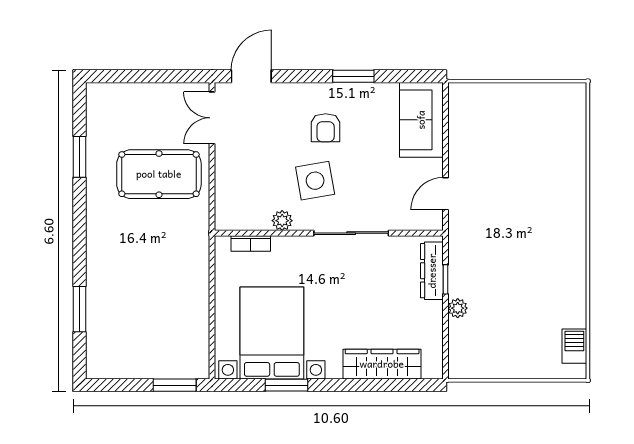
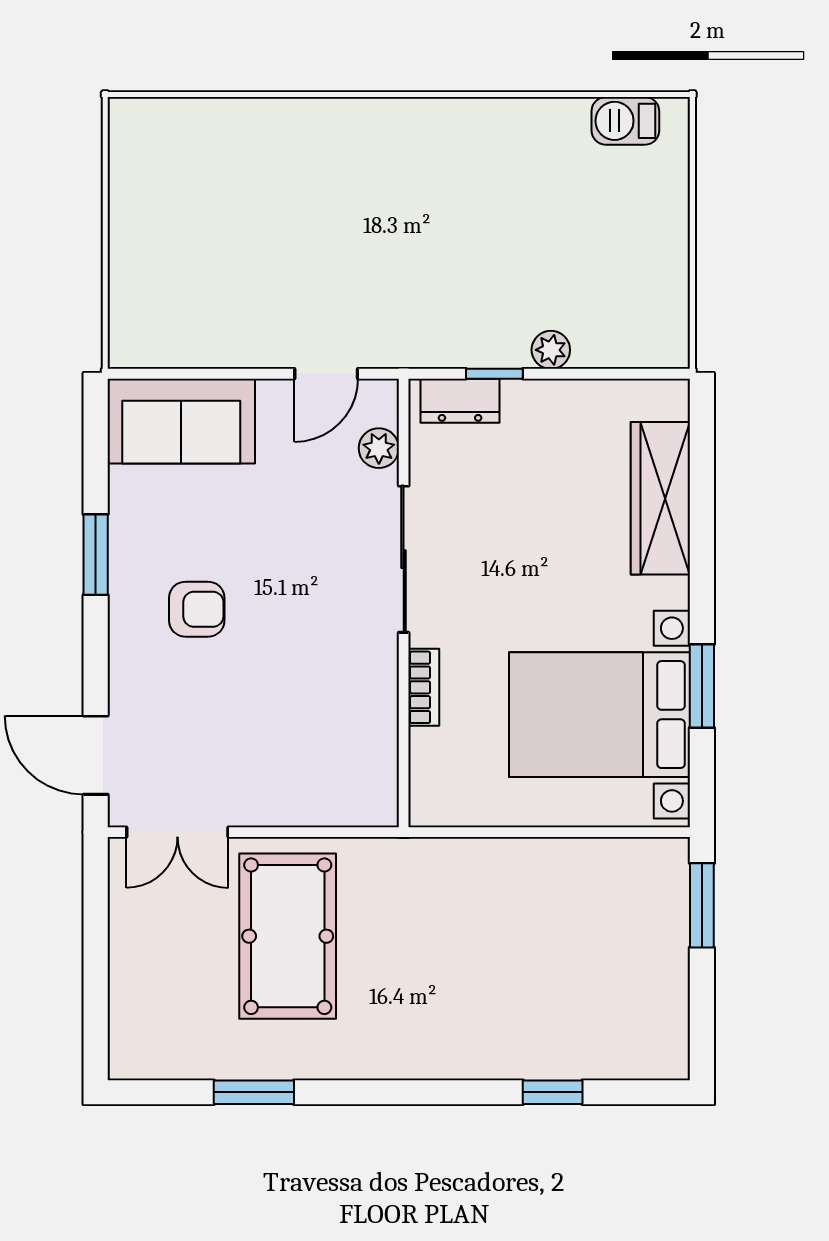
side table: (315, 181) -> (301, 630), removed
door: (446, 194) -> (326, 374), hinge flipped
plant: (282, 221) -> (379, 448), moved
bookcase: (251, 243) -> (424, 687), moved
dresser: (432, 271) -> (460, 401), width x0.70
window: (79, 309) -> (553, 1092), width x0.67

